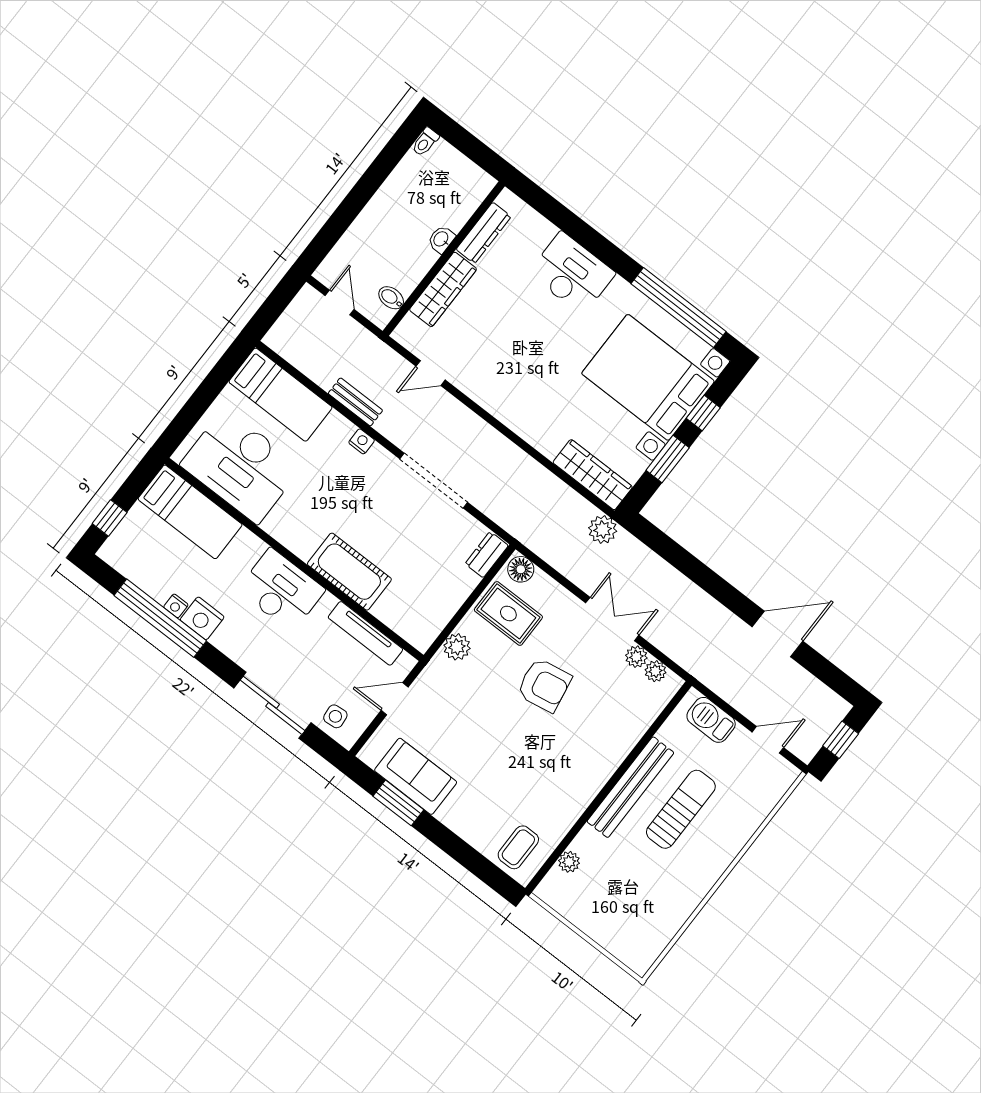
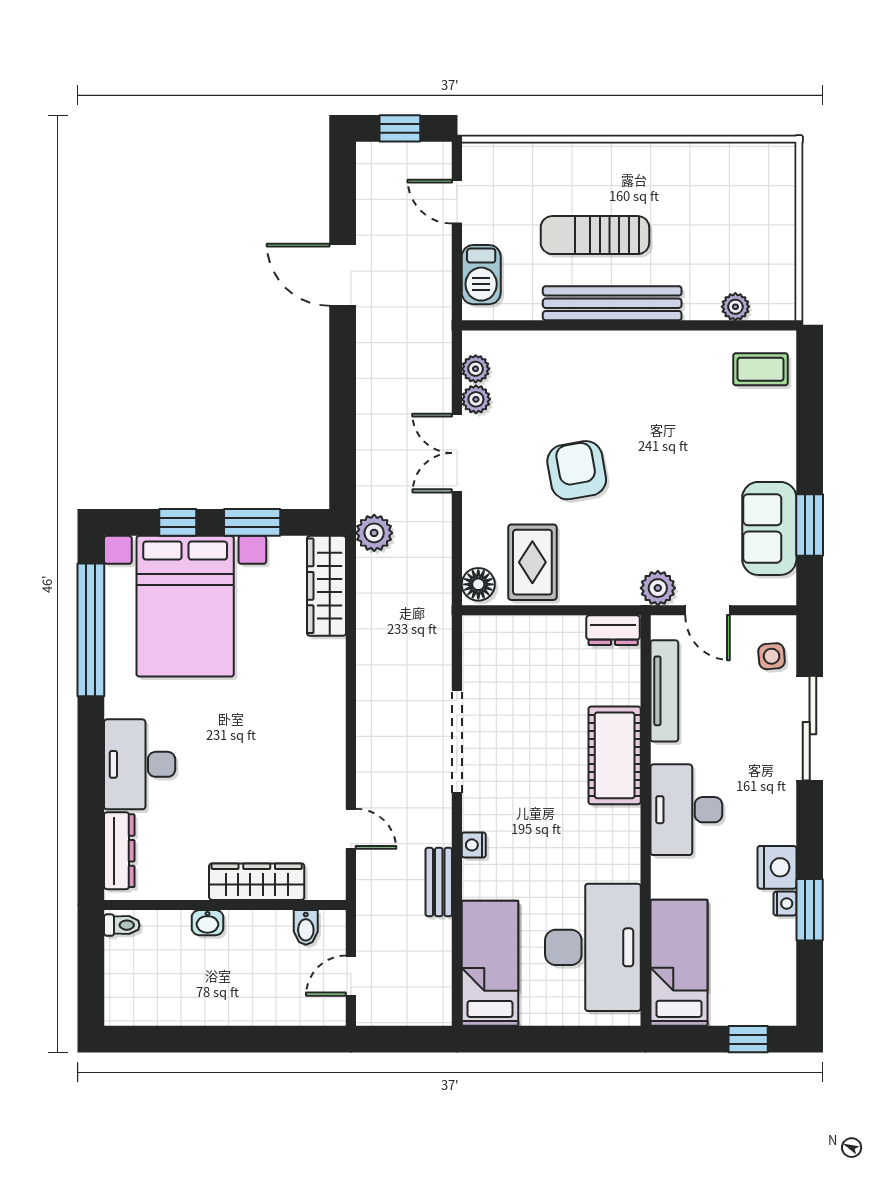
toilet: (425, 142) -> (122, 925), moved
dresser: (484, 233) -> (119, 851), moved, turned 90
dresser: (487, 555) -> (613, 630), moved
window: (160, 618) -> (810, 910), width x0.47
plant: (457, 647) -> (658, 588), moved

